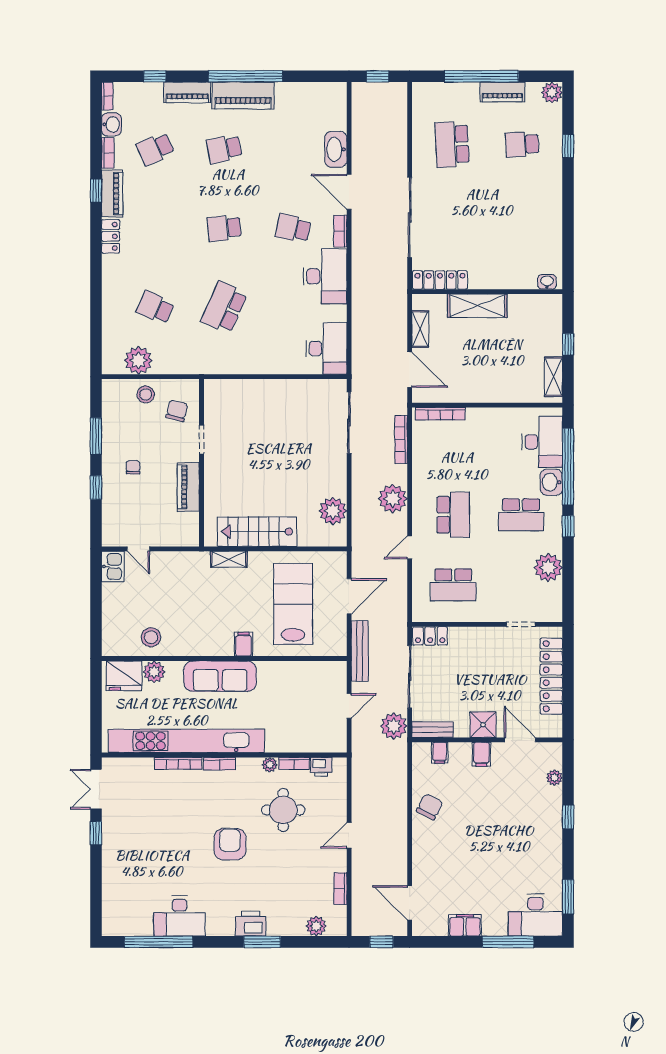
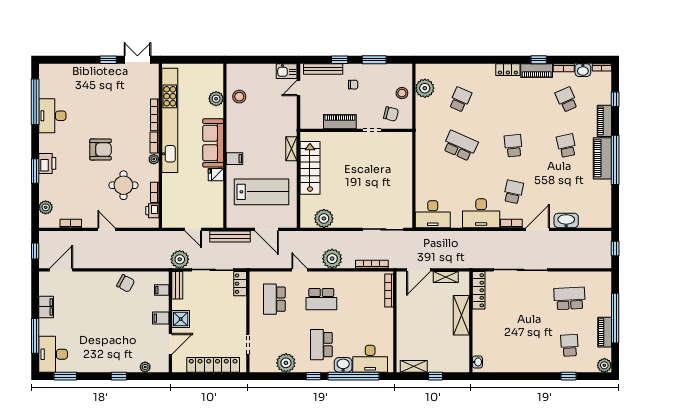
bench: (110, 512) -> (323, 69), added
fridge: (124, 676) -> (216, 175), moved, width x0.53, depth x0.75
plant: (270, 765) -> (154, 159), moved

